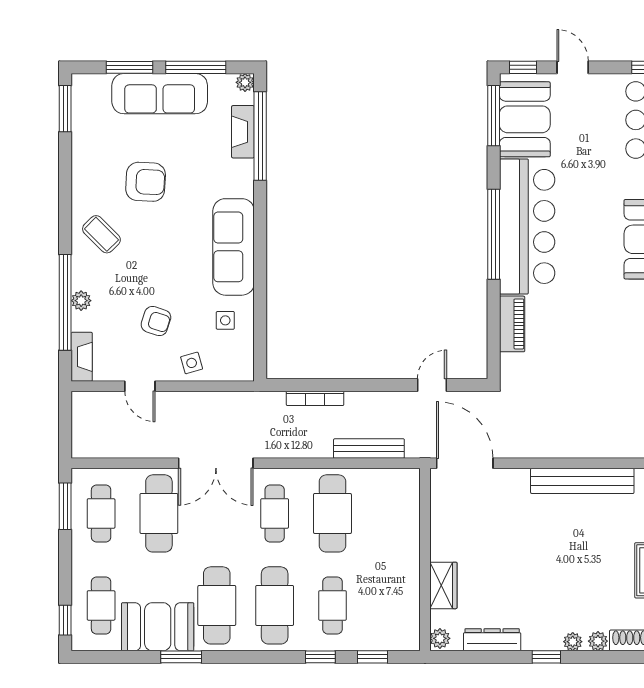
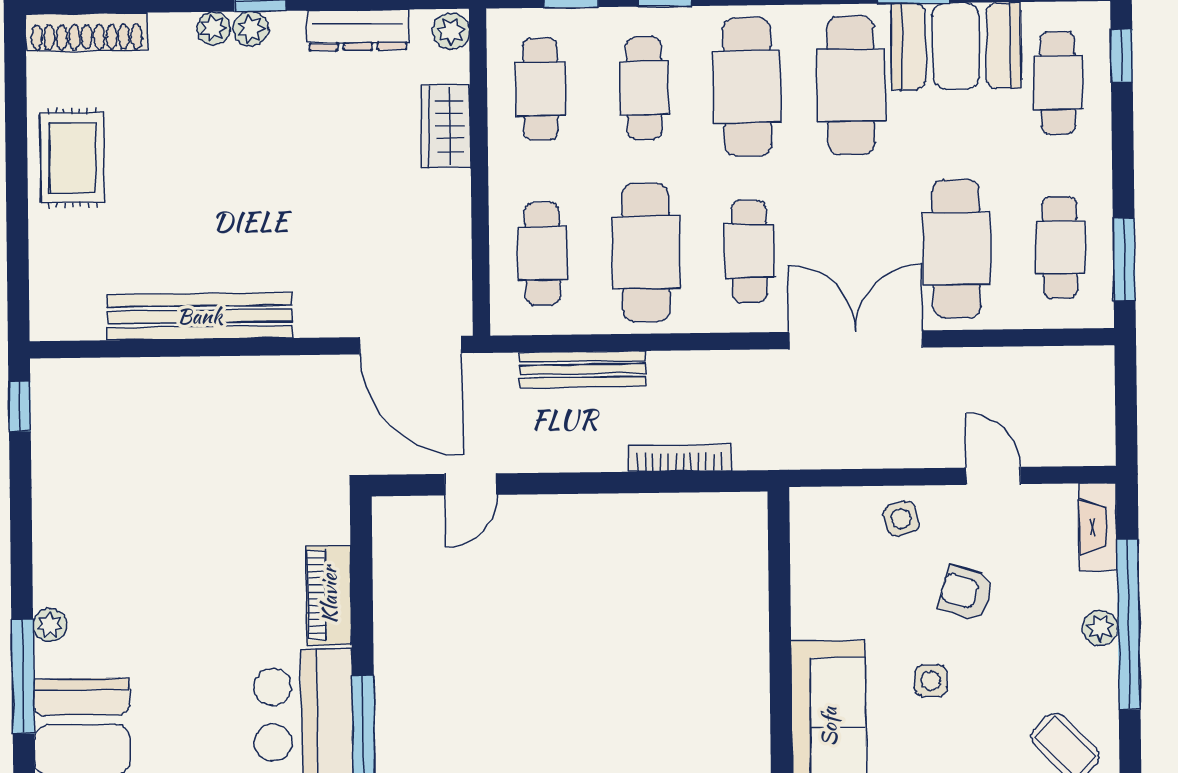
side table: (225, 320) -> (931, 680), moved
cafe table: (390, 513) -> (542, 254), added
cafe table: (390, 605) -> (540, 89), added
plant: (598, 641) -> (251, 29), moved

